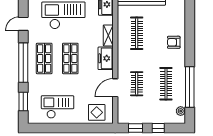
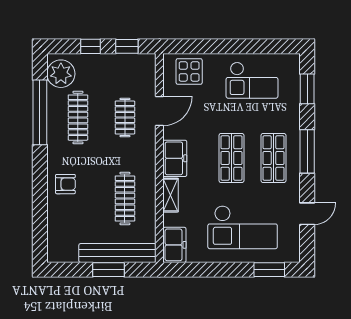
window: (23, 63) -> (307, 151), width x0.68
plant: (181, 111) -> (61, 74), width x1.87, depth x1.87

